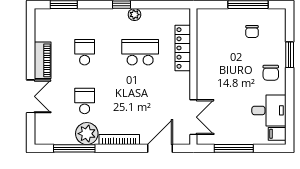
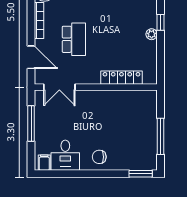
chair: (252, 31) -> (136, 140), removed
school desk: (140, 52) -> (74, 39), moved
window: (290, 55) -> (141, 174), moved

